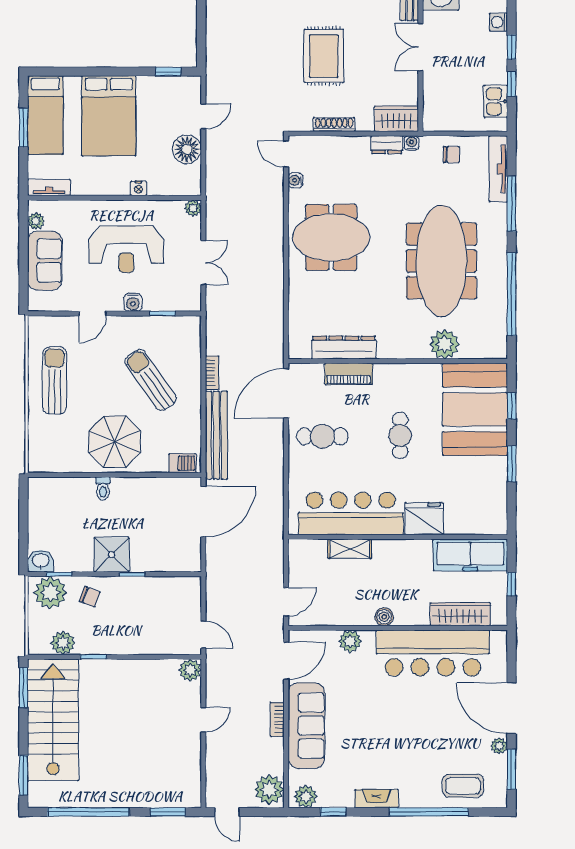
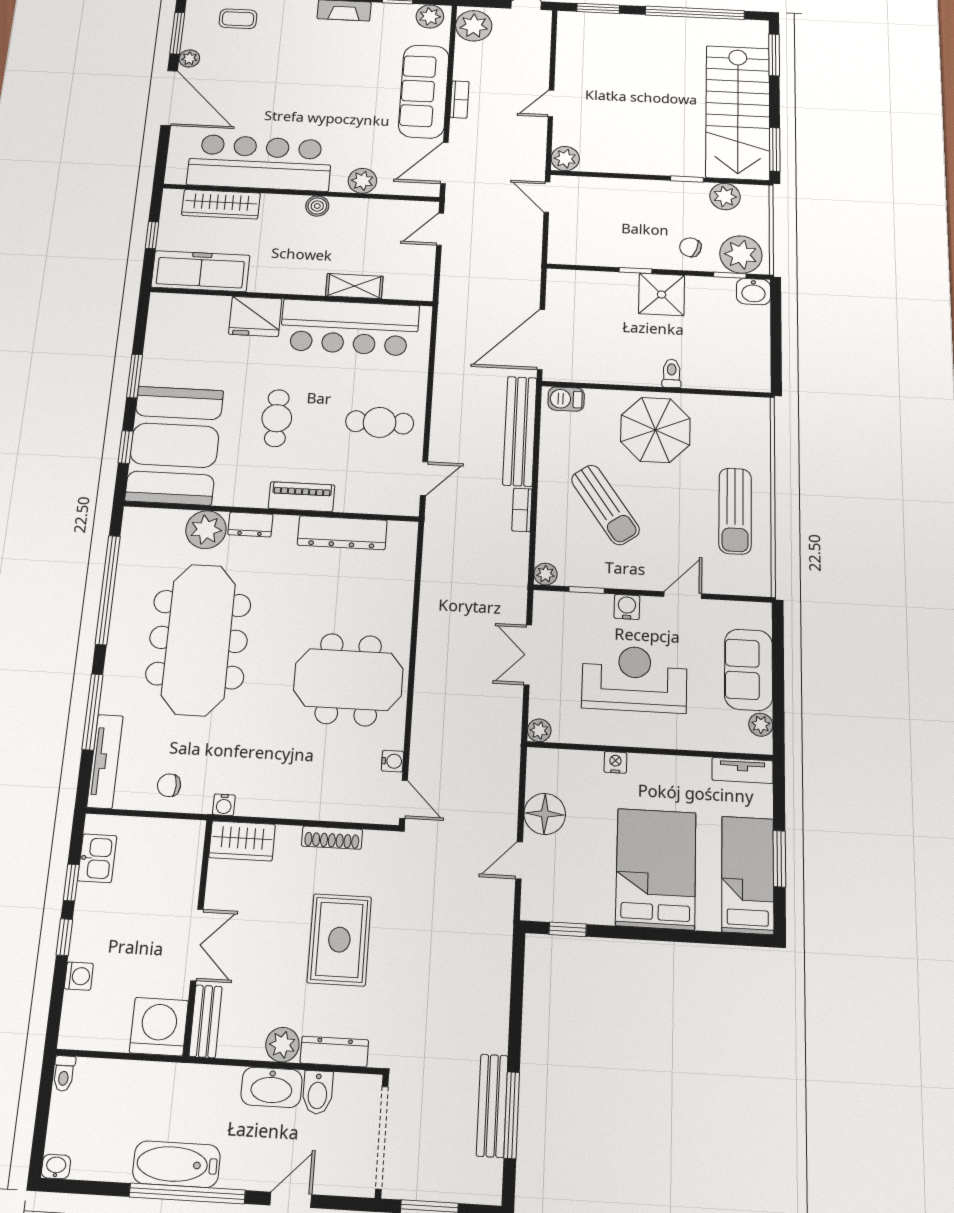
dresser: (387, 145) -> (250, 524), moved, turned 180
plant: (193, 324) -> (545, 574), added
piano: (349, 374) -> (302, 497), moved
door: (286, 393) -> (424, 479), width x0.53
coffee table: (463, 786) -> (238, 19), width x0.73, depth x0.77

